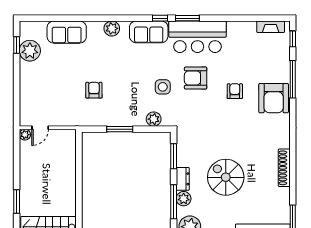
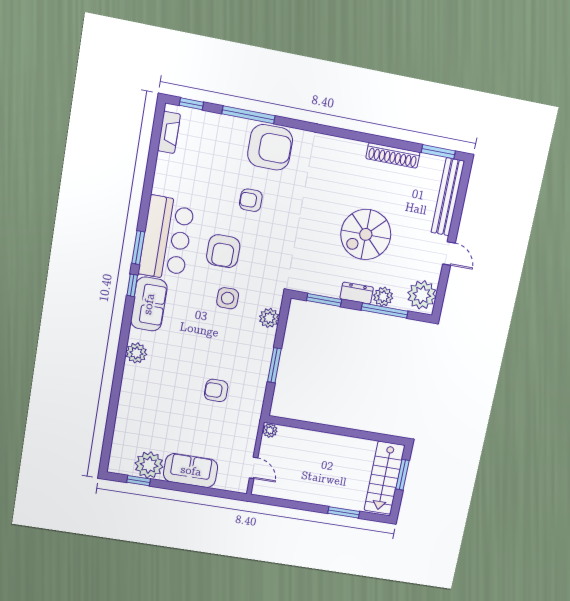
sofa: (67, 32) -> (191, 471), moved, turned -90
plant: (25, 135) -> (270, 430), moved
shoe rack: (284, 168) -> (393, 155), moved

